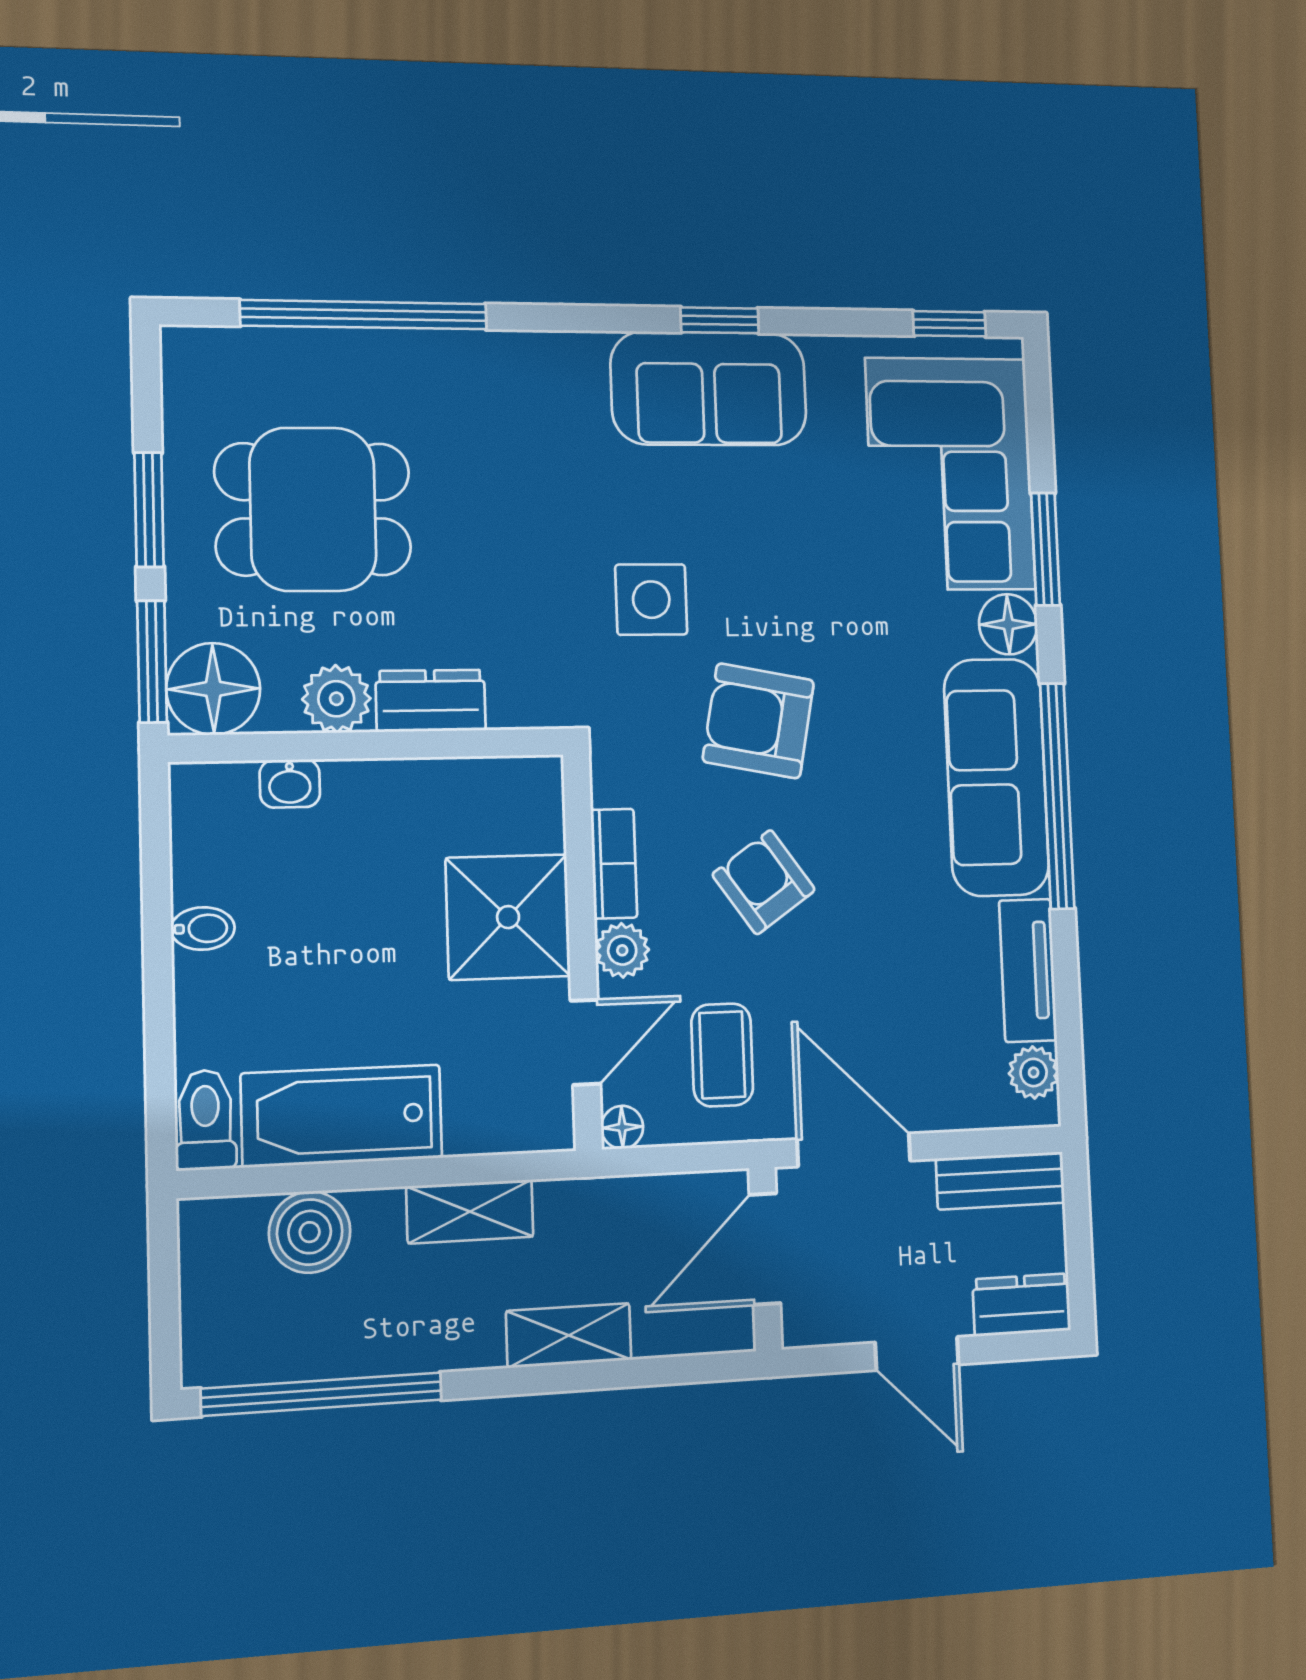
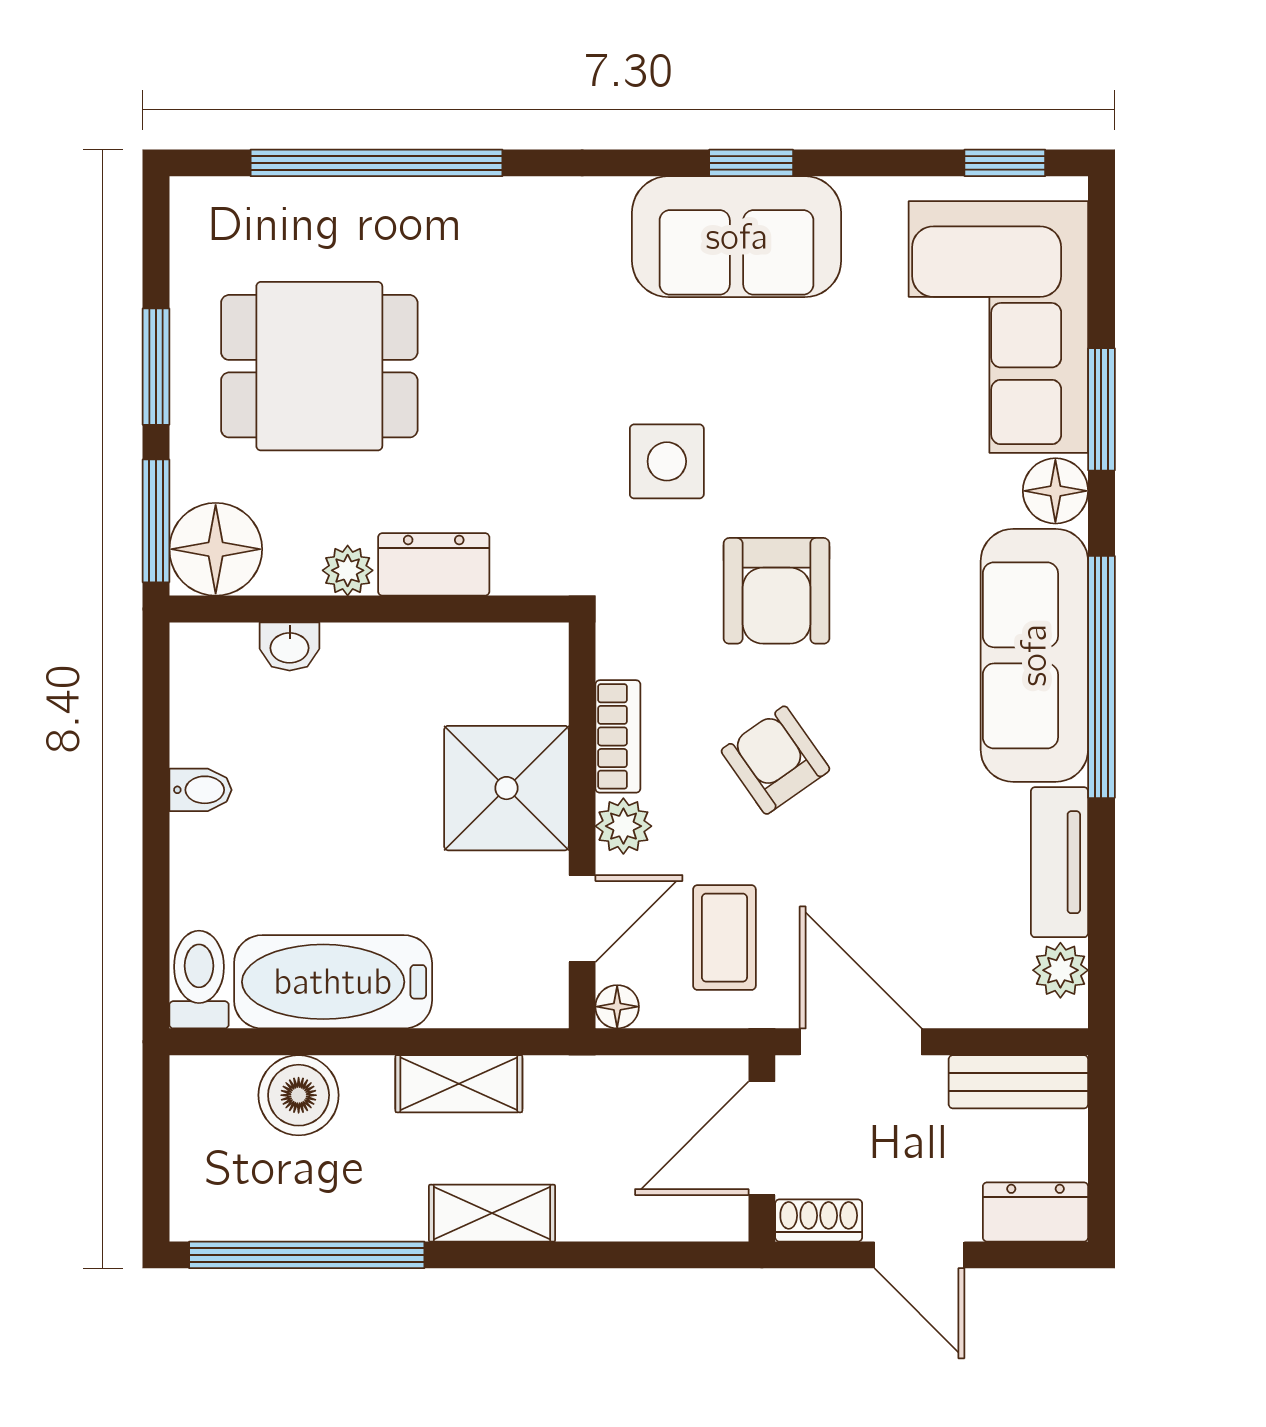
plant: (336, 699) -> (348, 570), width x0.73, depth x0.73
armchair: (758, 721) -> (776, 591), turned -101
shoe rack: (822, 1326) -> (819, 1220), added
shelving: (569, 1335) -> (492, 1213), moved

